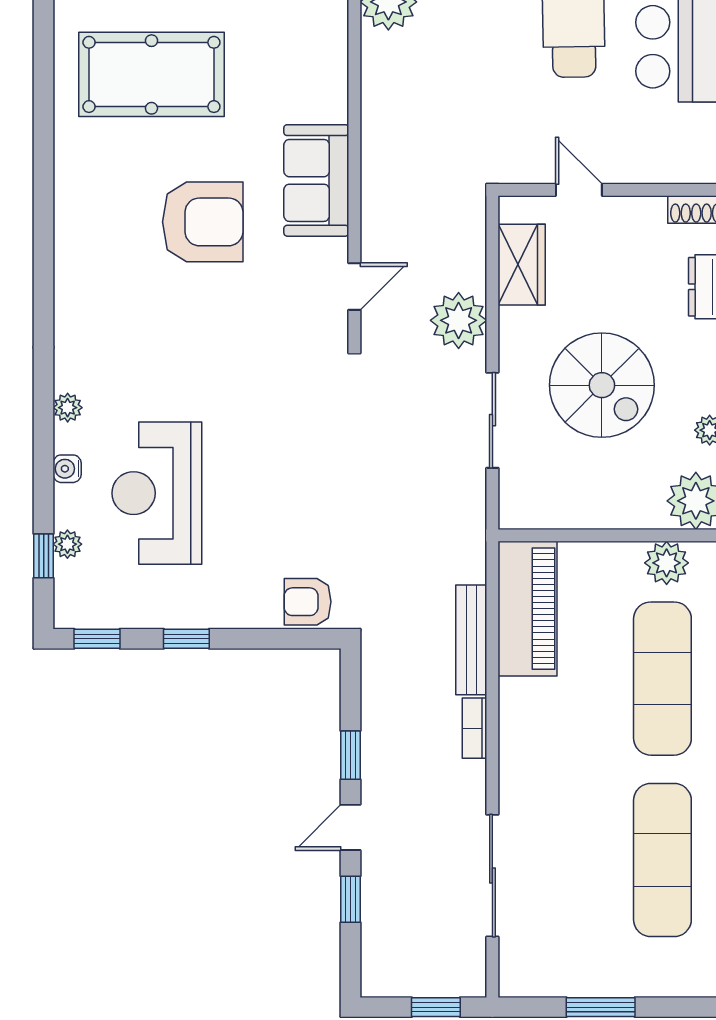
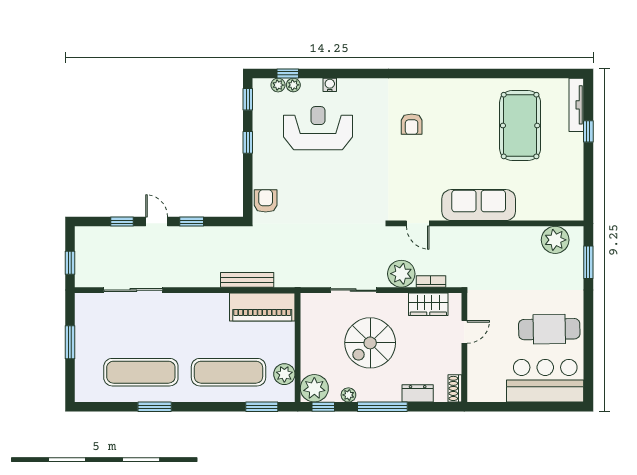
sofa: (316, 180) -> (479, 205), width x1.36
armchair: (203, 222) -> (412, 124), moved, width x0.53, depth x0.53
plant: (68, 408) -> (278, 85), moved
bookcase: (475, 728) -> (431, 281), moved

